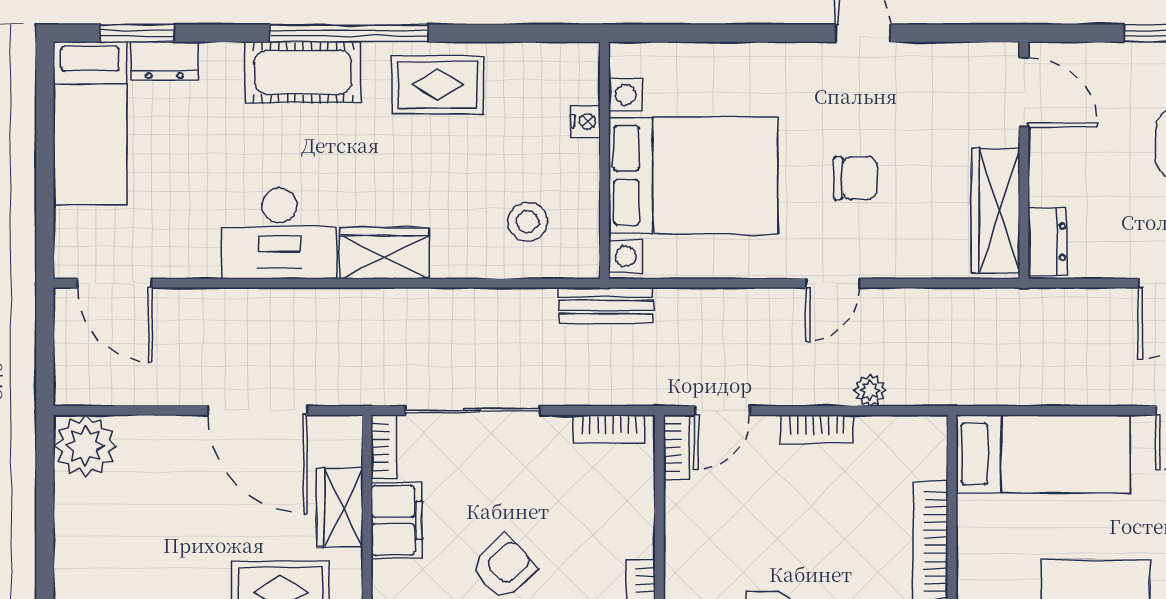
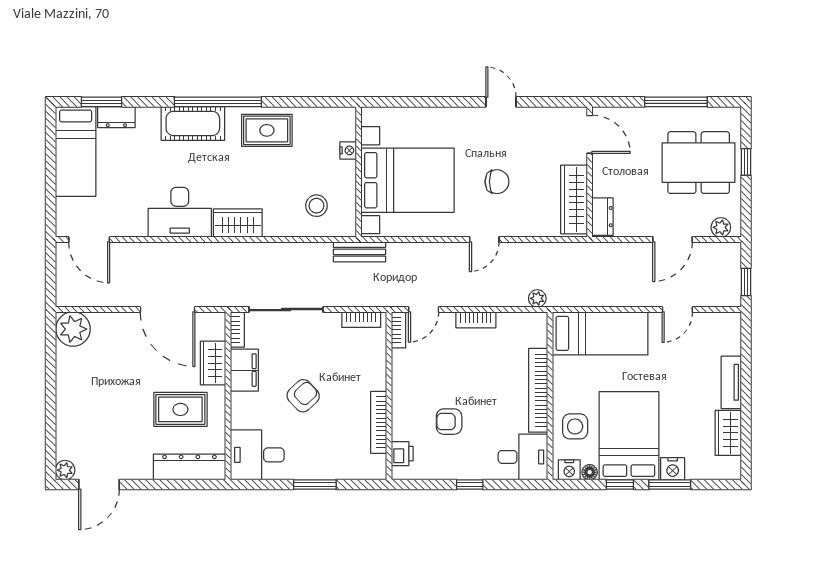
plant: (870, 390) -> (537, 298), moved

